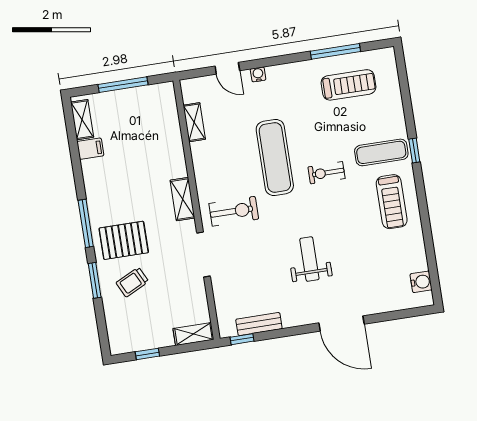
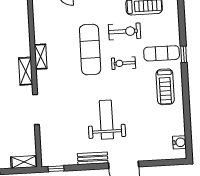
shelving: (194, 122) -> (41, 57), moved
exercise bike: (234, 211) -> (125, 31), moved
weight bench: (309, 259) -> (106, 120), width x1.36, depth x1.33
bench: (259, 324) -> (93, 158), moved

